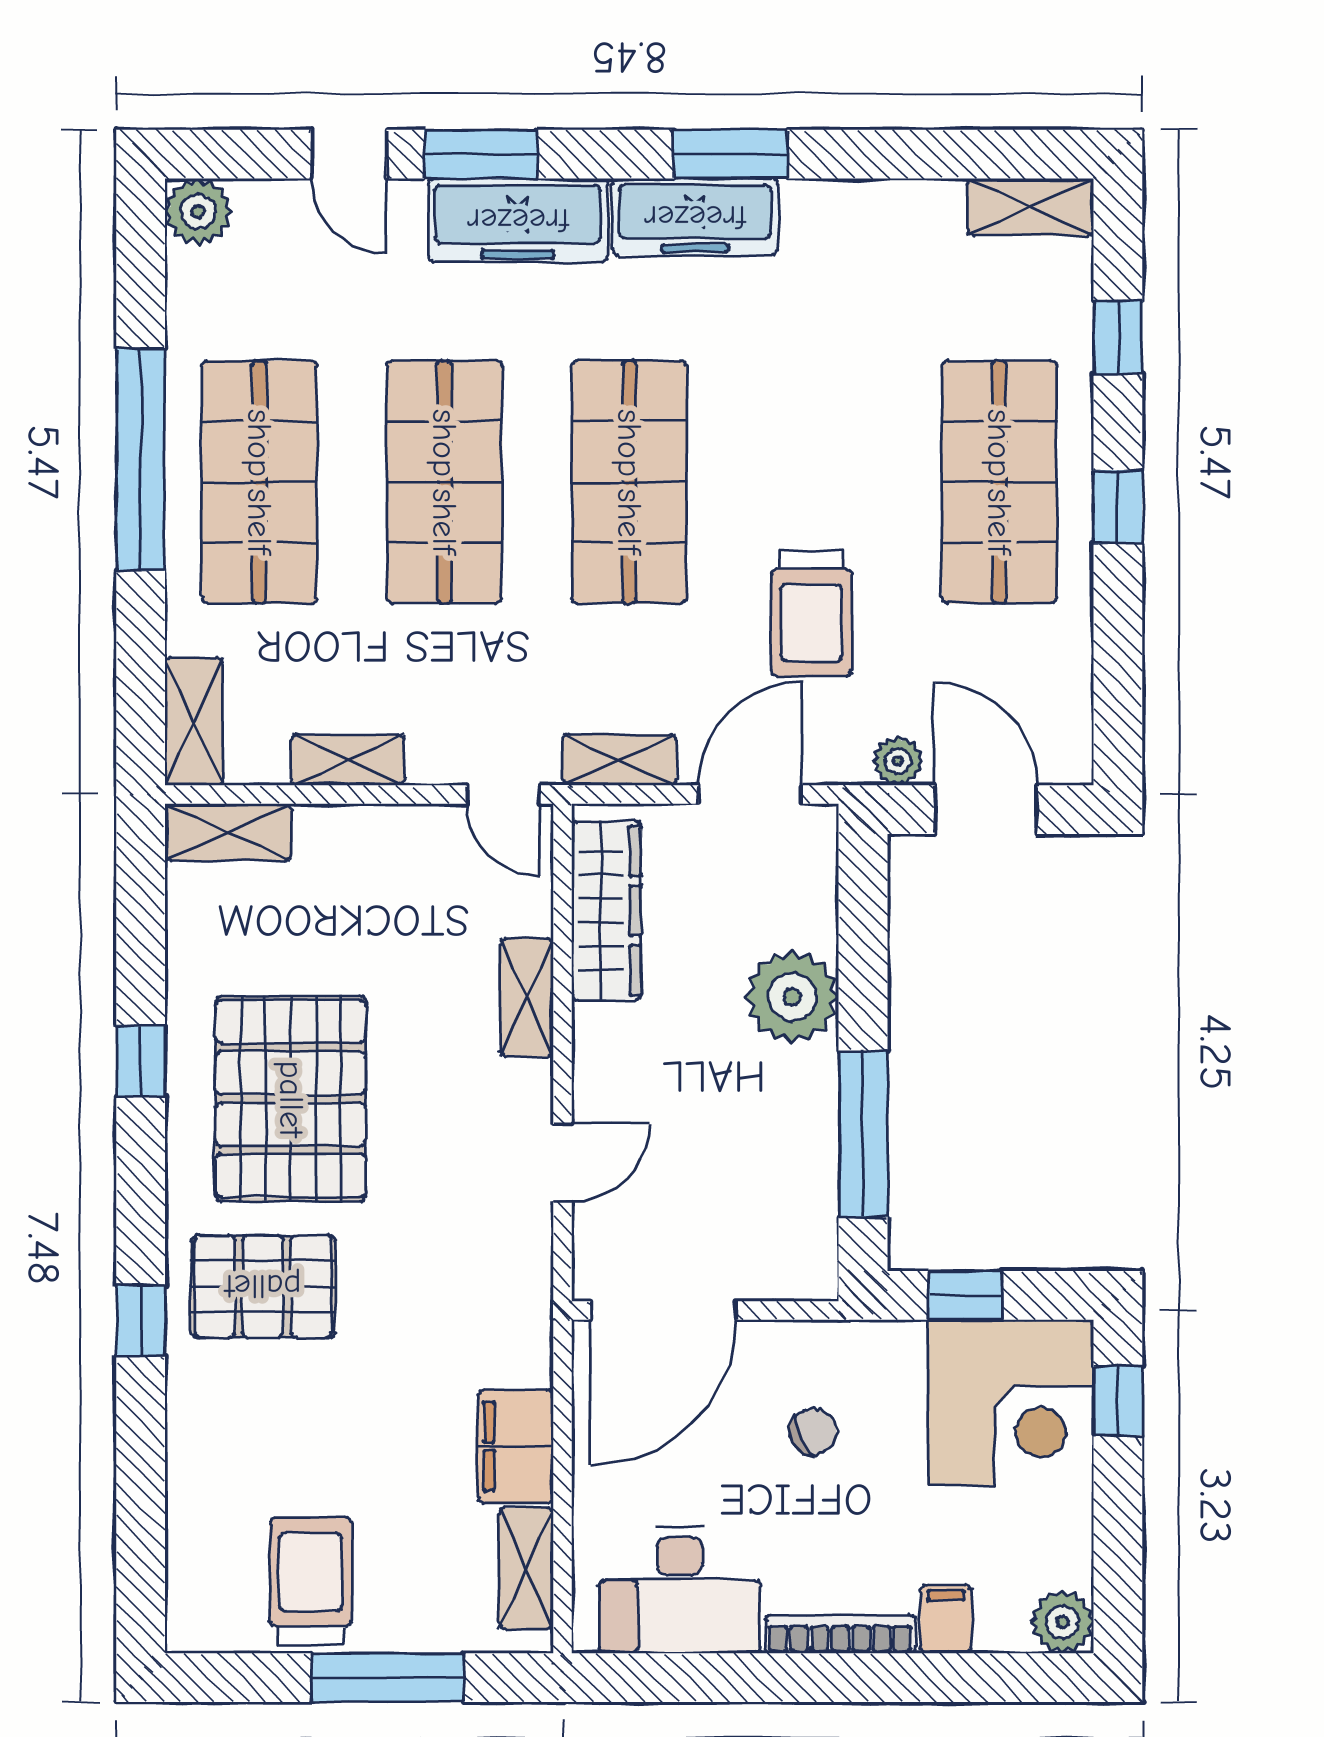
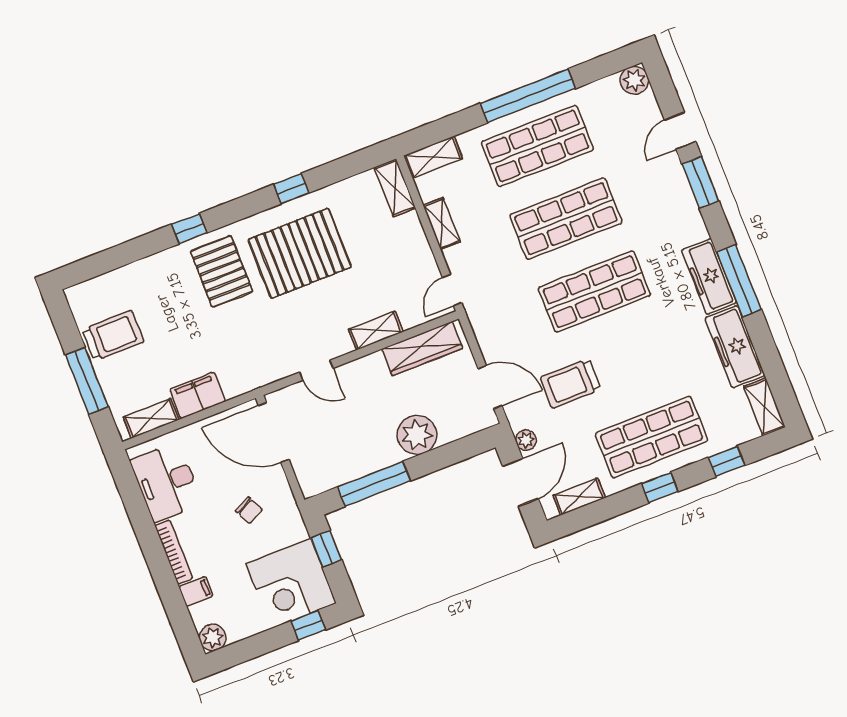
window: (731, 154) -> (739, 281), width x1.44
freezer: (518, 220) -> (735, 347), moved
shelving: (619, 760) -> (579, 497), moved, turned 90

